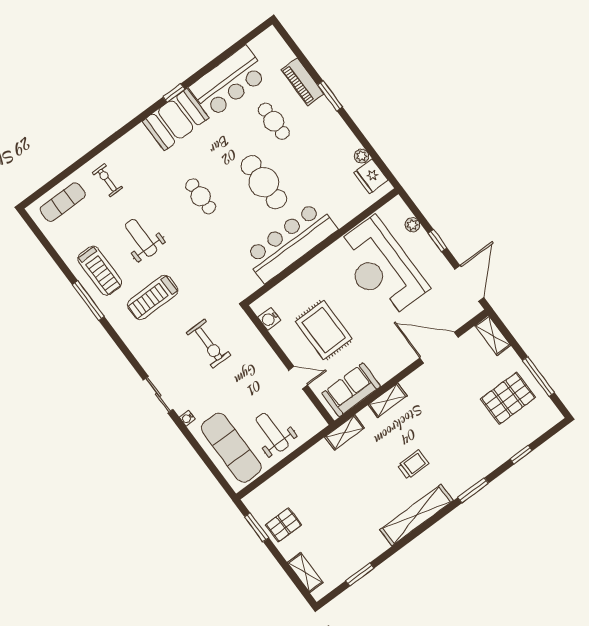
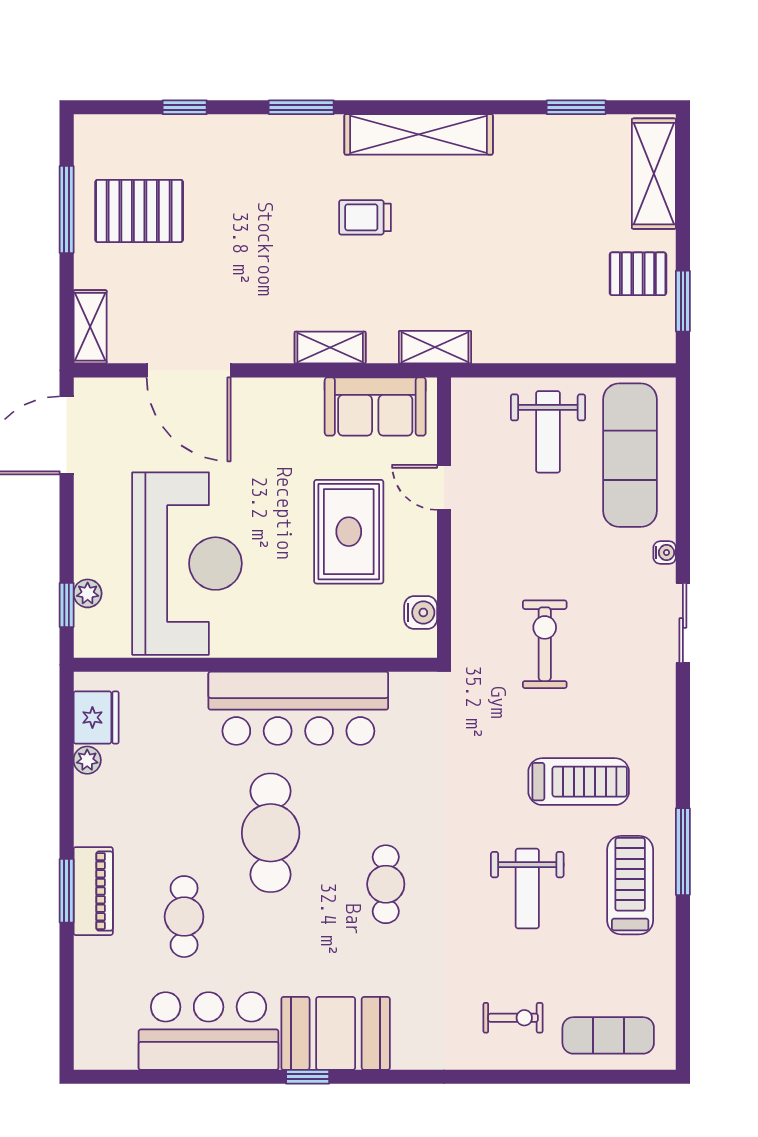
piano: (302, 82) -> (93, 891), moved
exercise bike: (107, 180) -> (513, 1018), turned -90
window: (437, 241) -> (67, 605), moved
shelving: (305, 573) -> (654, 174), width x1.50, depth x1.33

